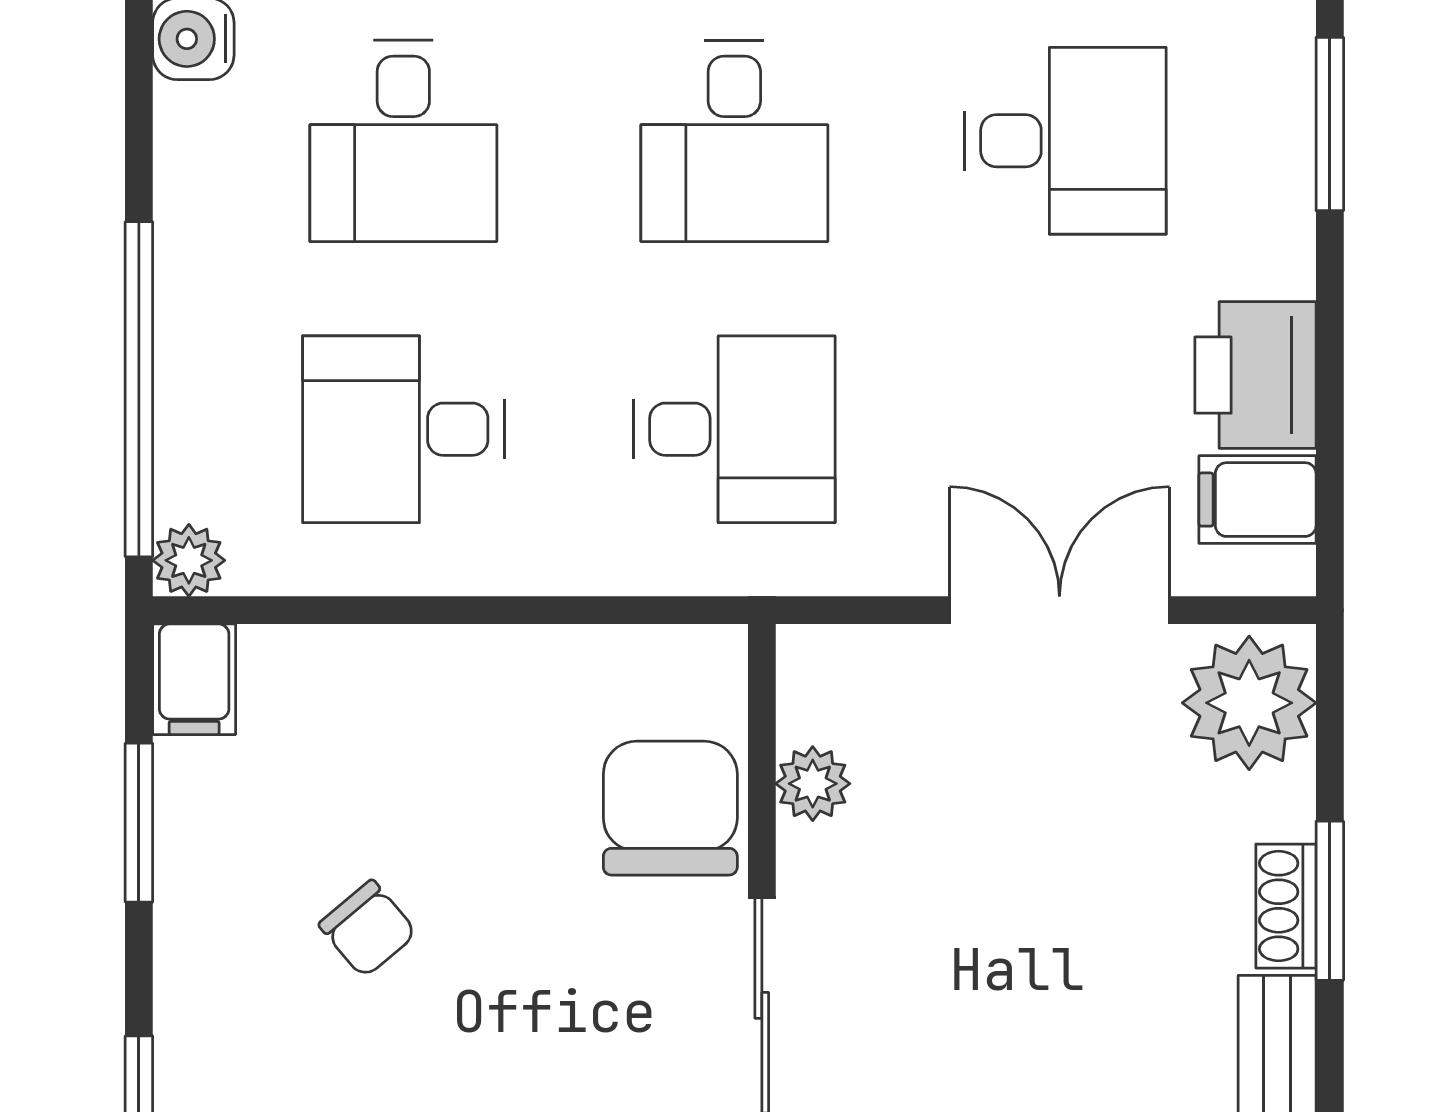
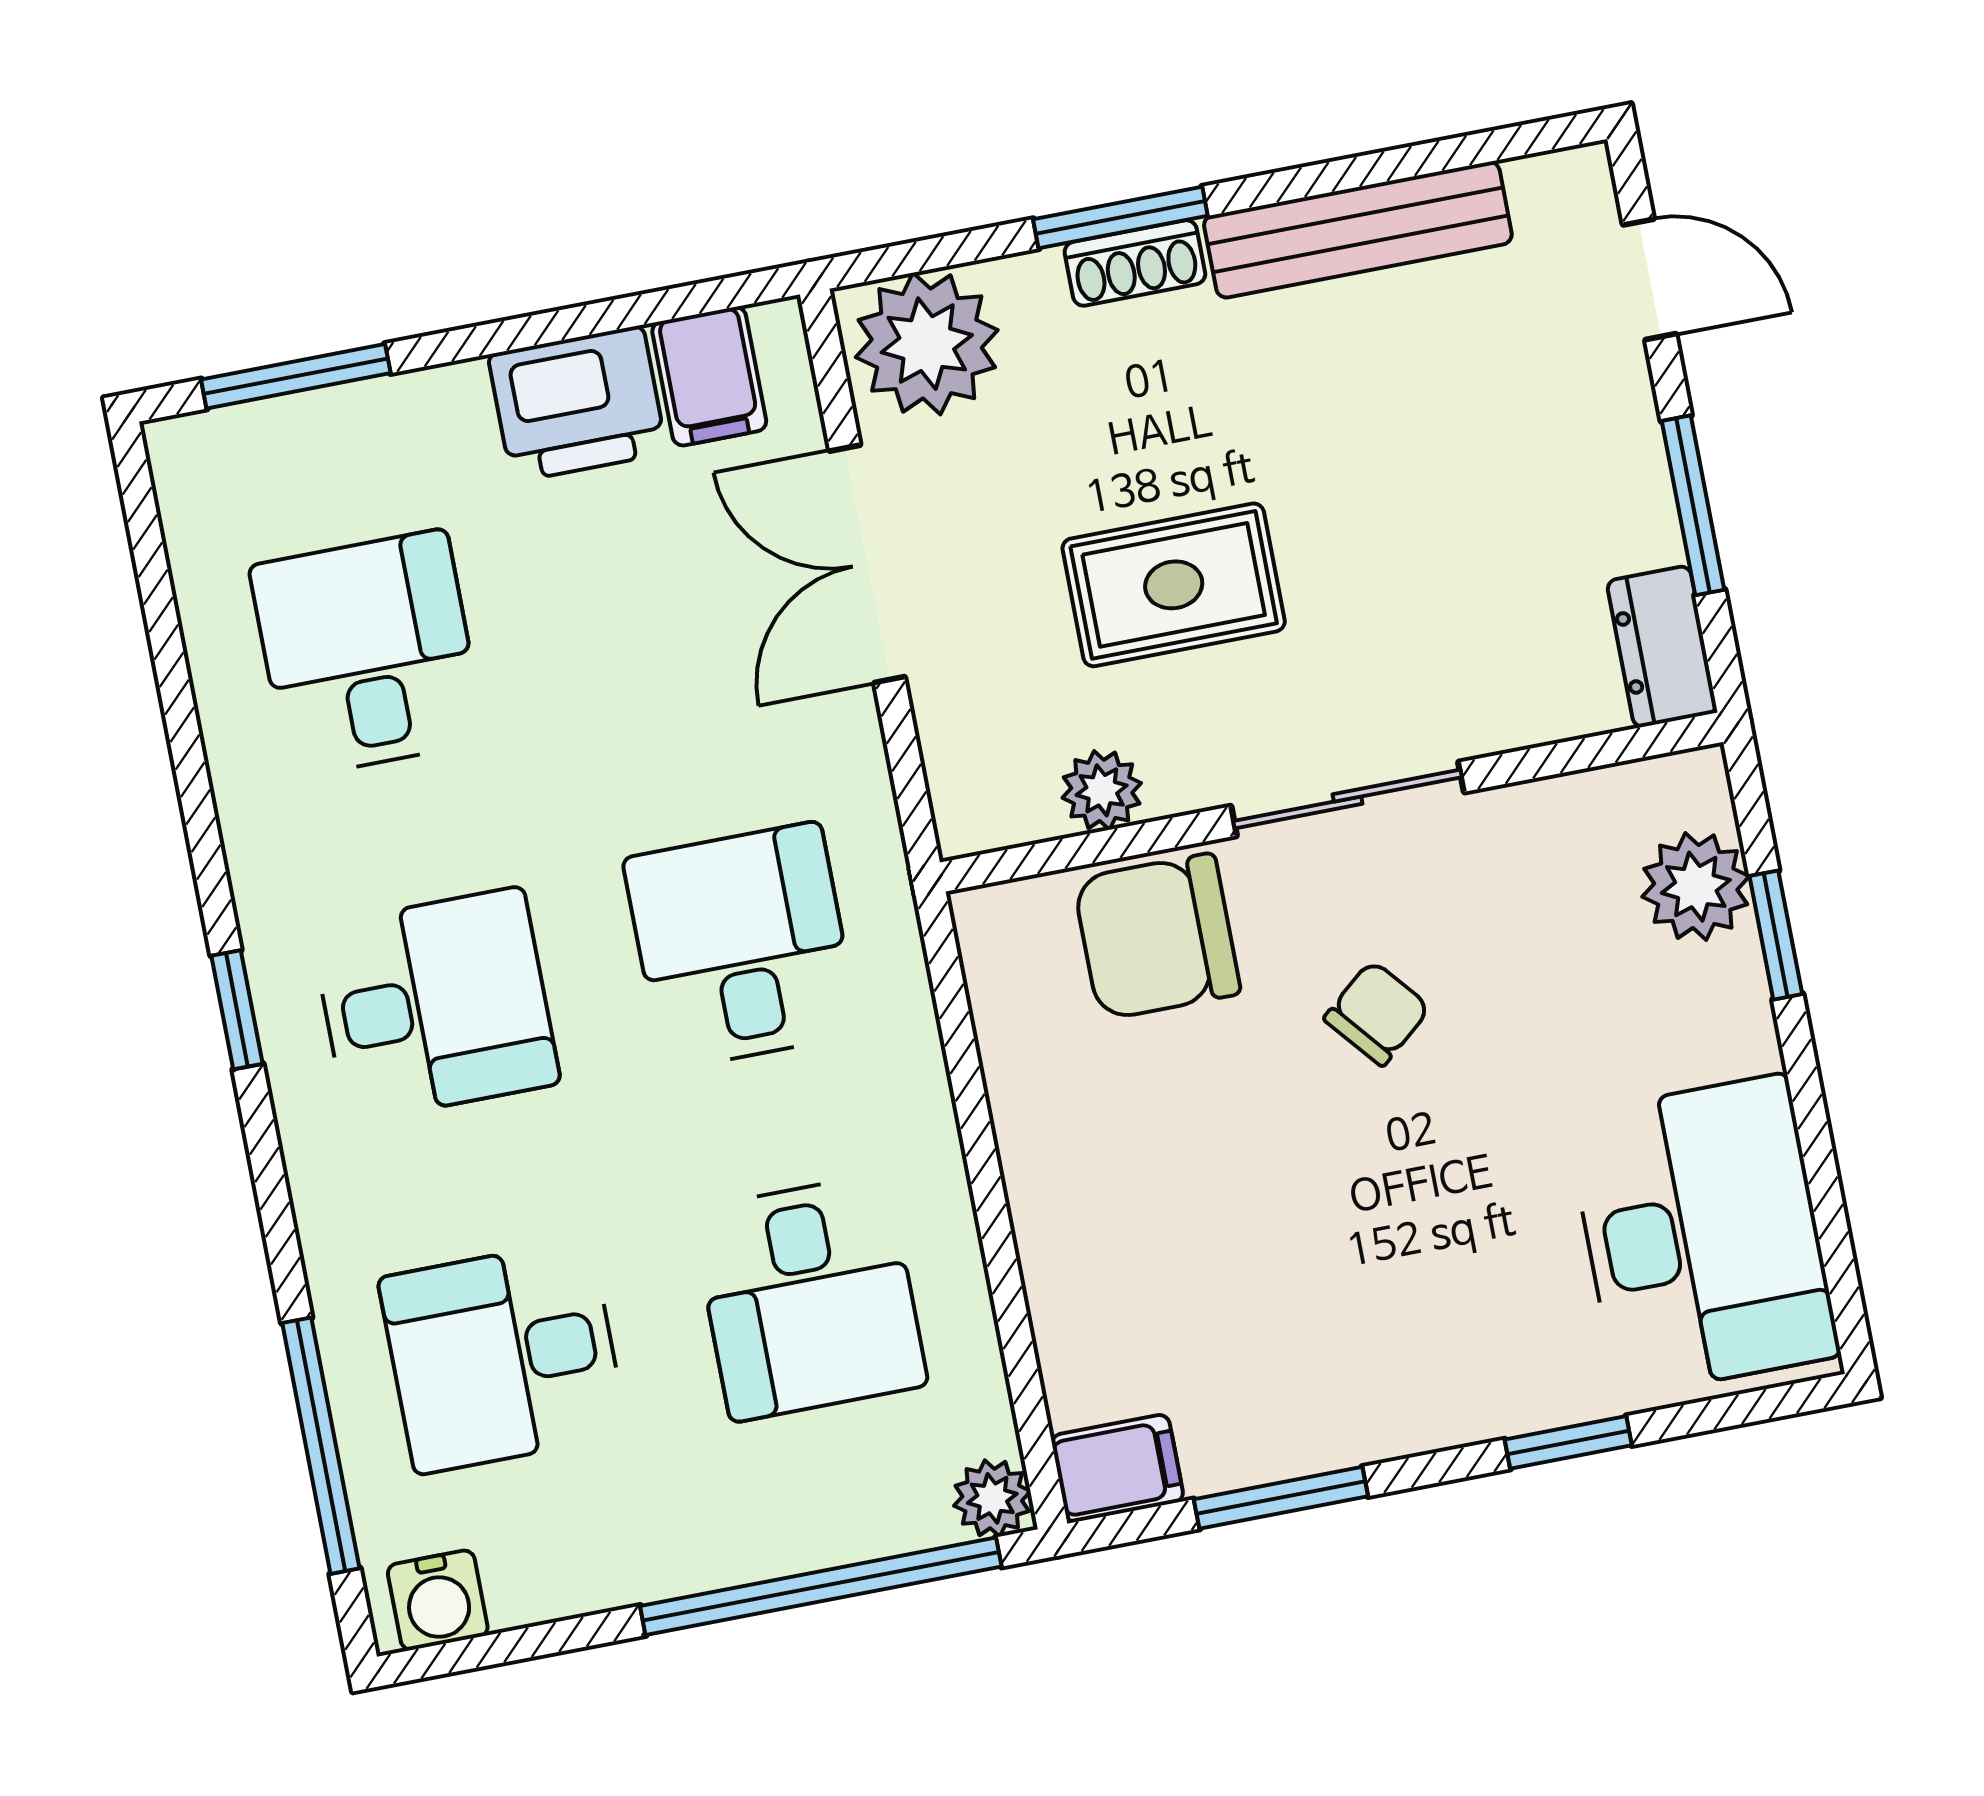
desk: (403, 141) -> (503, 1356), turned 180
rug: (987, 885) -> (1174, 585), added
chair: (368, 929) -> (1377, 1013), moved

